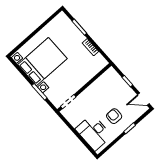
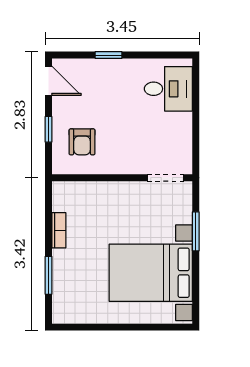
armchair: (114, 116) -> (82, 142), moved
desk: (94, 132) -> (168, 89), width x0.73

